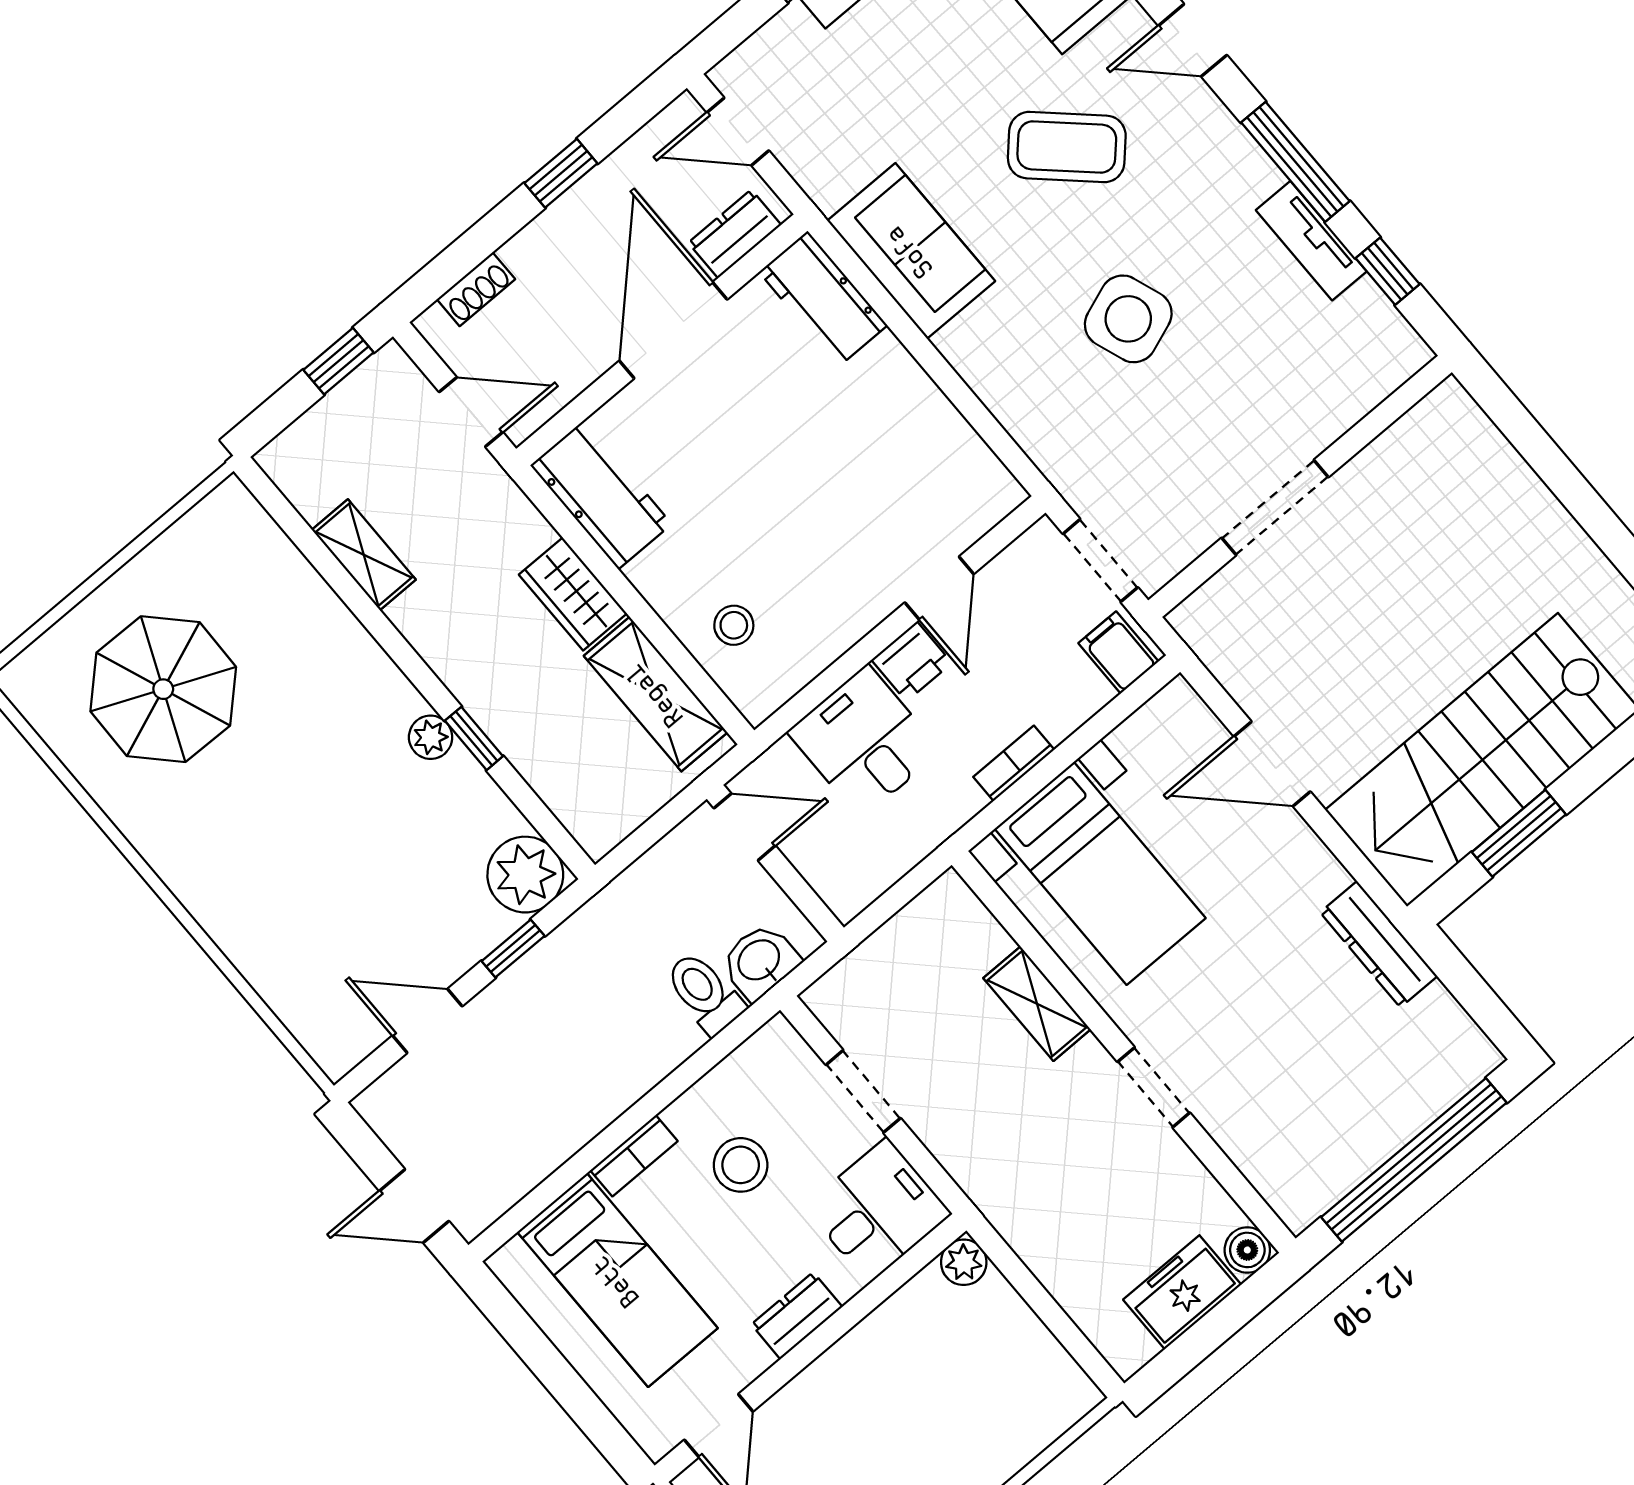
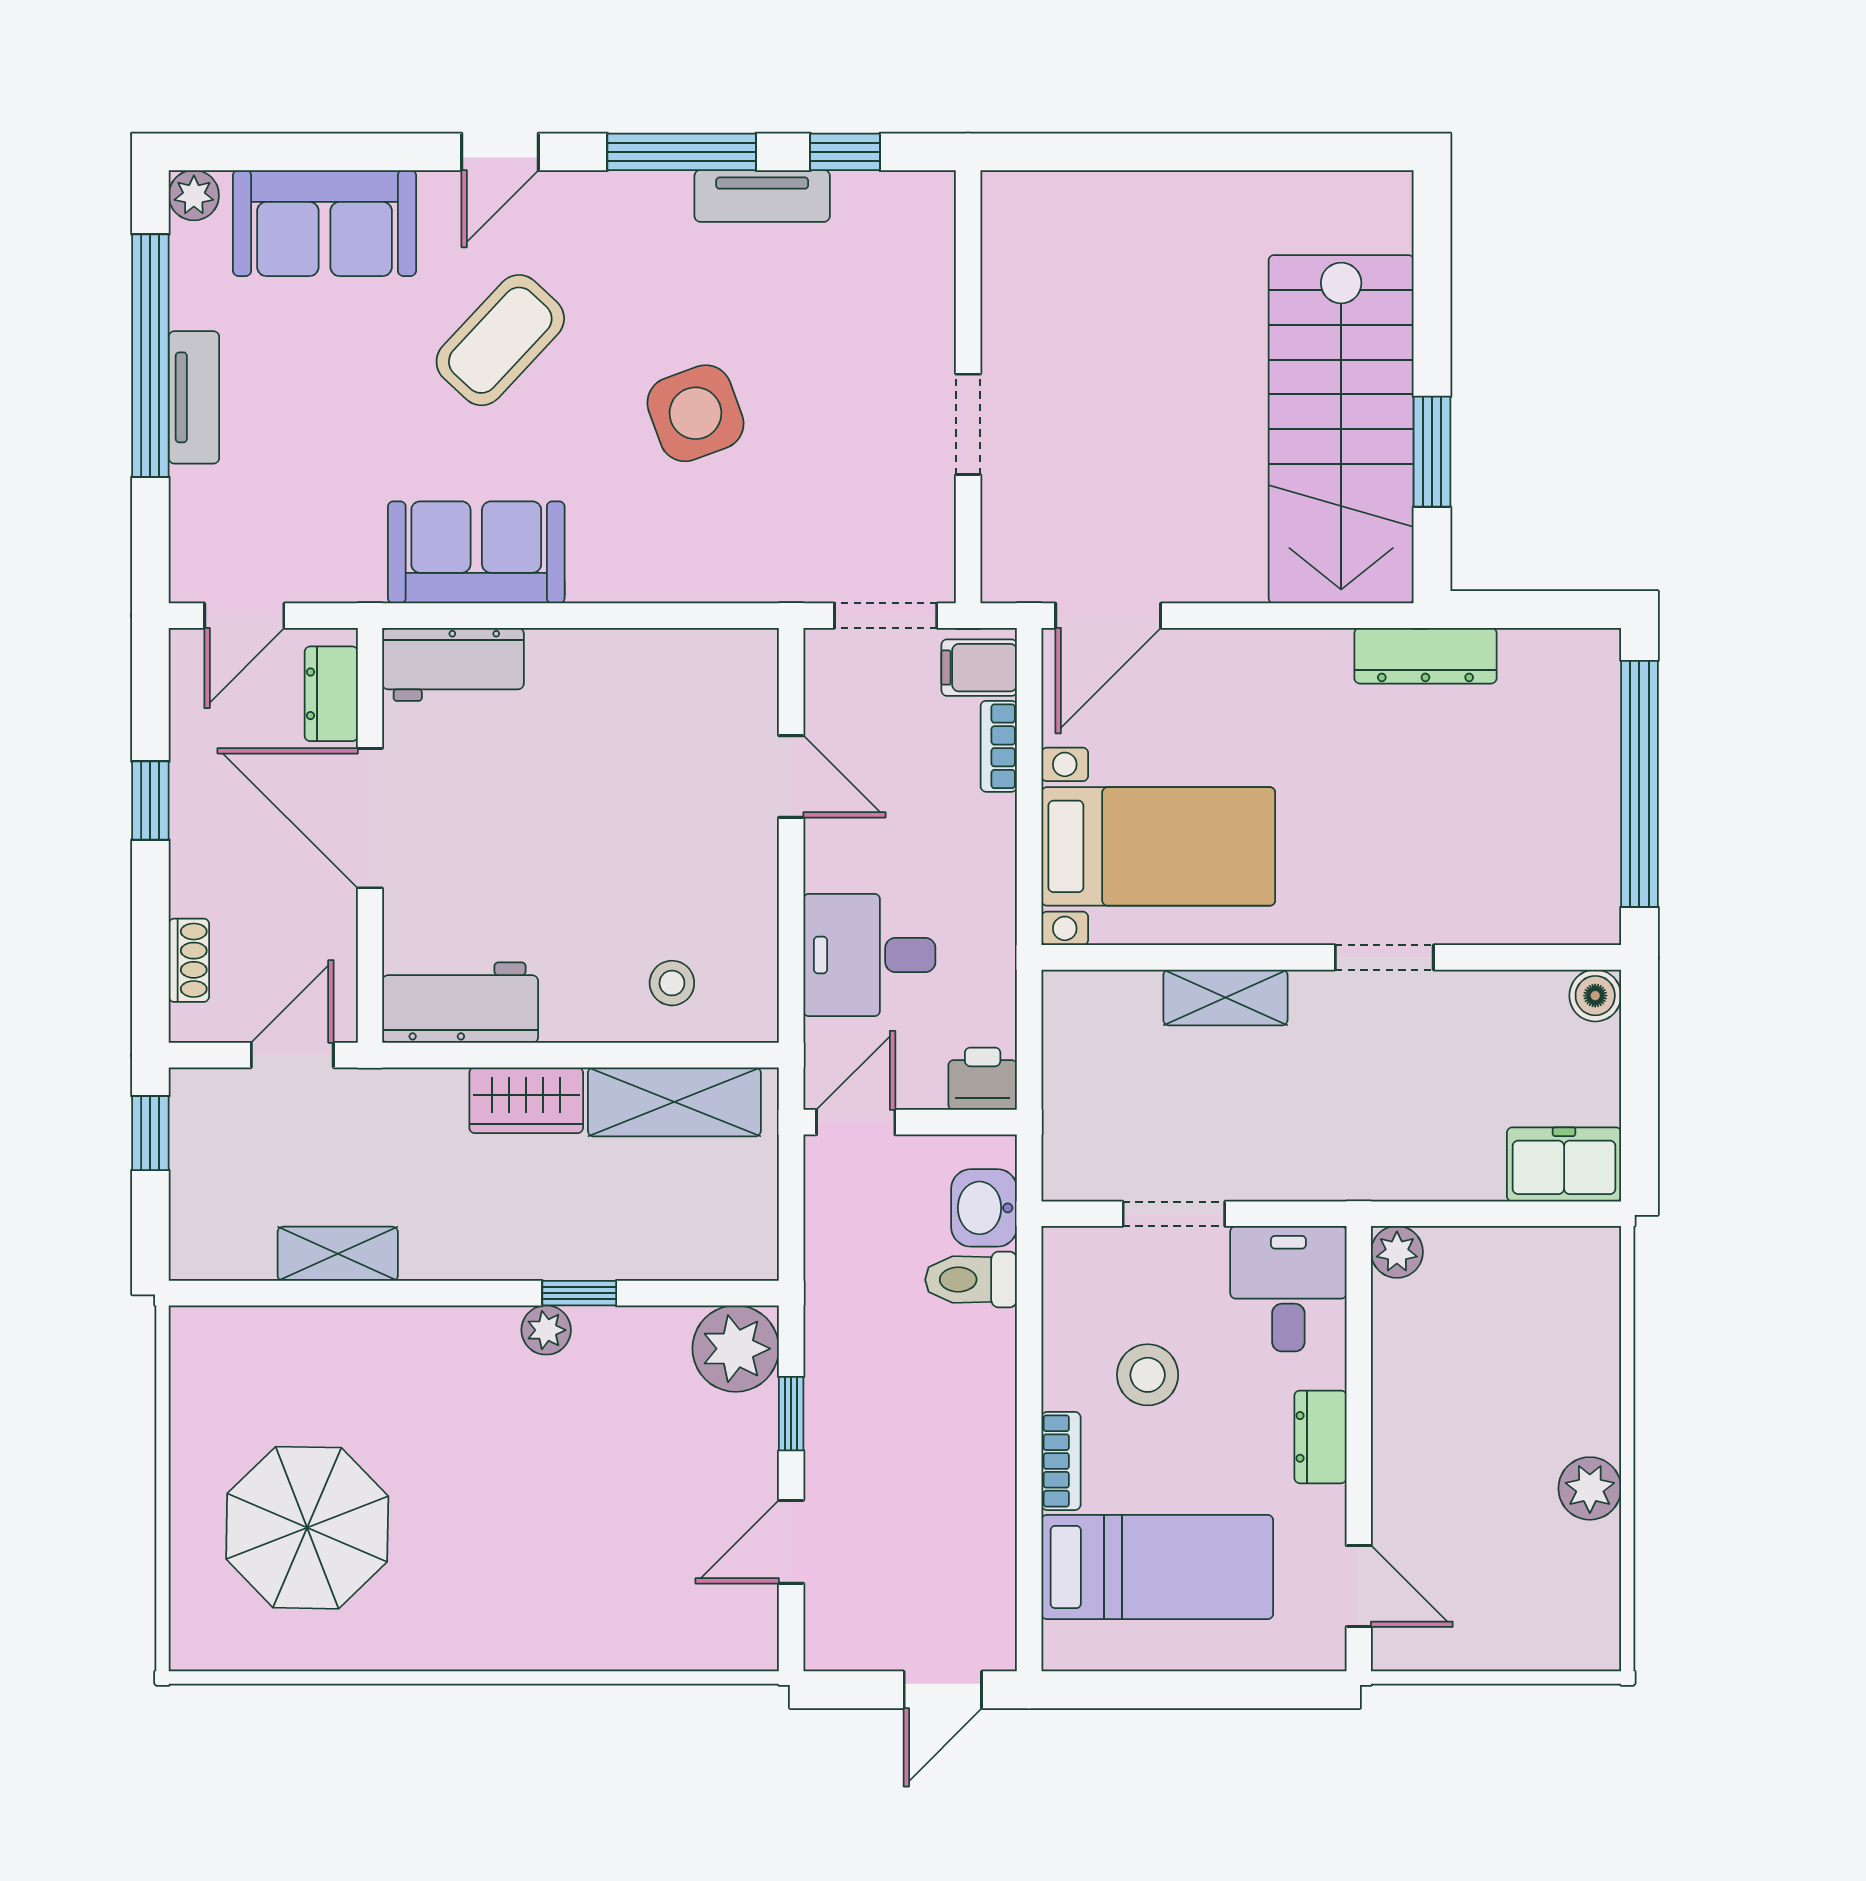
doorway: (1275, 508) -> (968, 424), width x0.73
printer: (912, 661) -> (983, 1079), moved, turned -90
bookcase: (1014, 763) -> (999, 746), moved
door: (1272, 764) -> (1108, 616), moved
freezer: (1182, 1292) -> (1564, 1164), moved, turned 90

